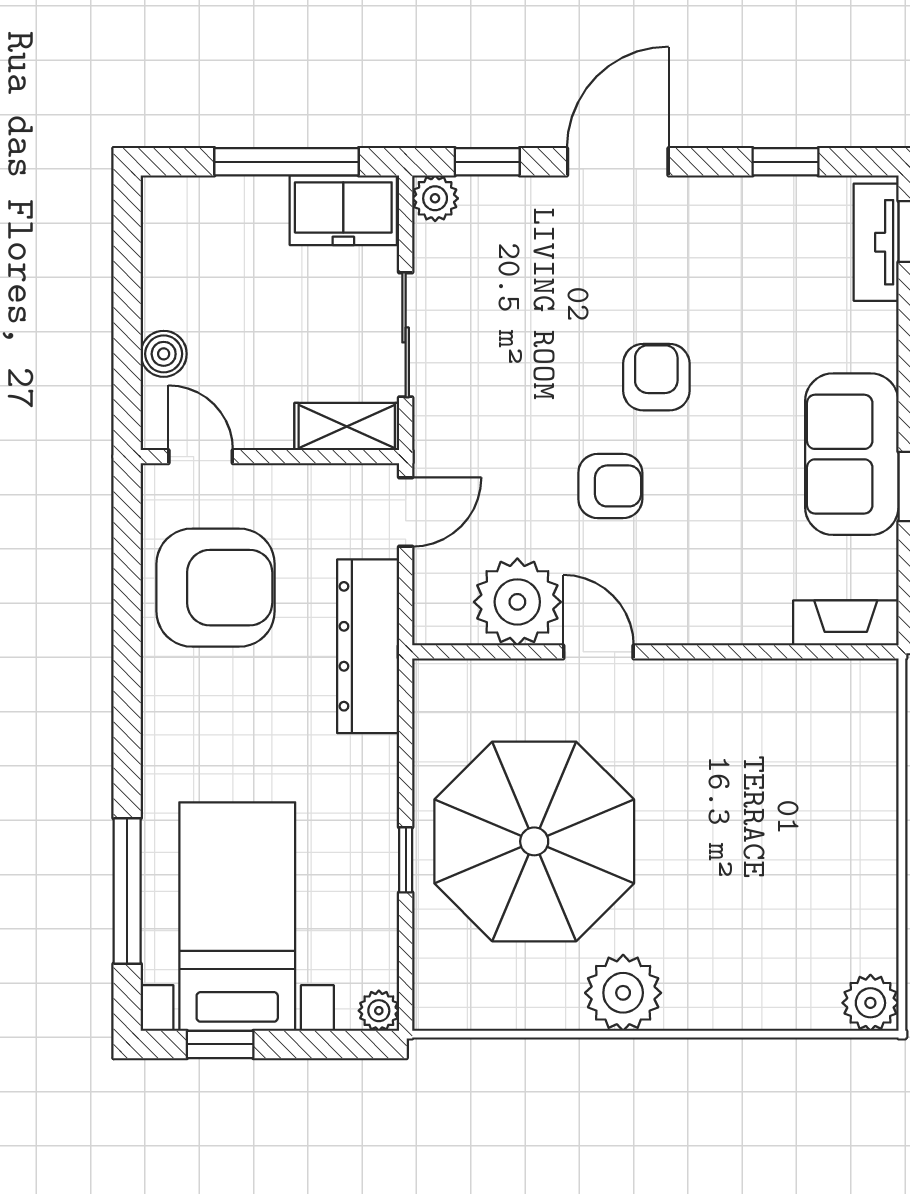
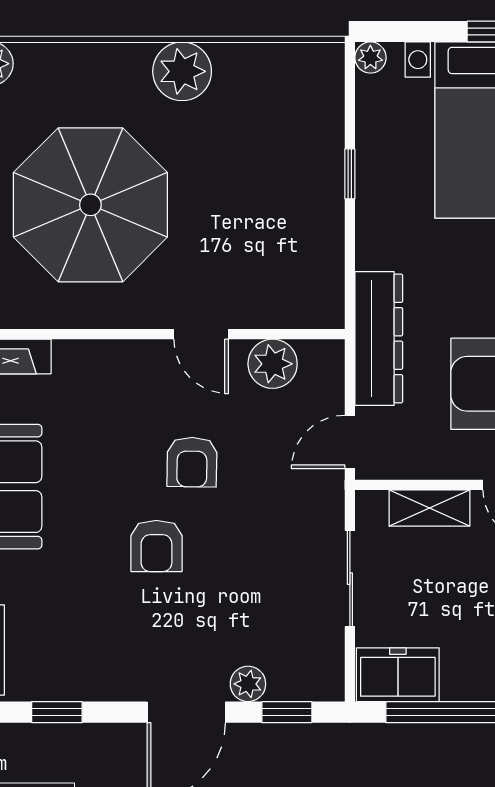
plant: (435, 198) -> (248, 684), moved
shelving: (347, 426) -> (429, 508), moved
armchair: (610, 486) -> (192, 462), turned -89
plant: (517, 602) -> (273, 364), width x0.73, depth x0.73
parasol: (534, 841) -> (90, 205), moved

